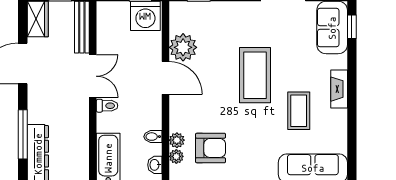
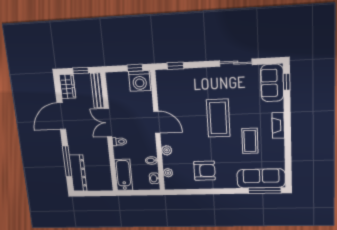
plant: (183, 47) -> (167, 101), removed
double door: (93, 76) -> (108, 123), swing flipped
plant: (177, 140) -> (167, 150), moved
armchair: (211, 148) -> (205, 171), moved

